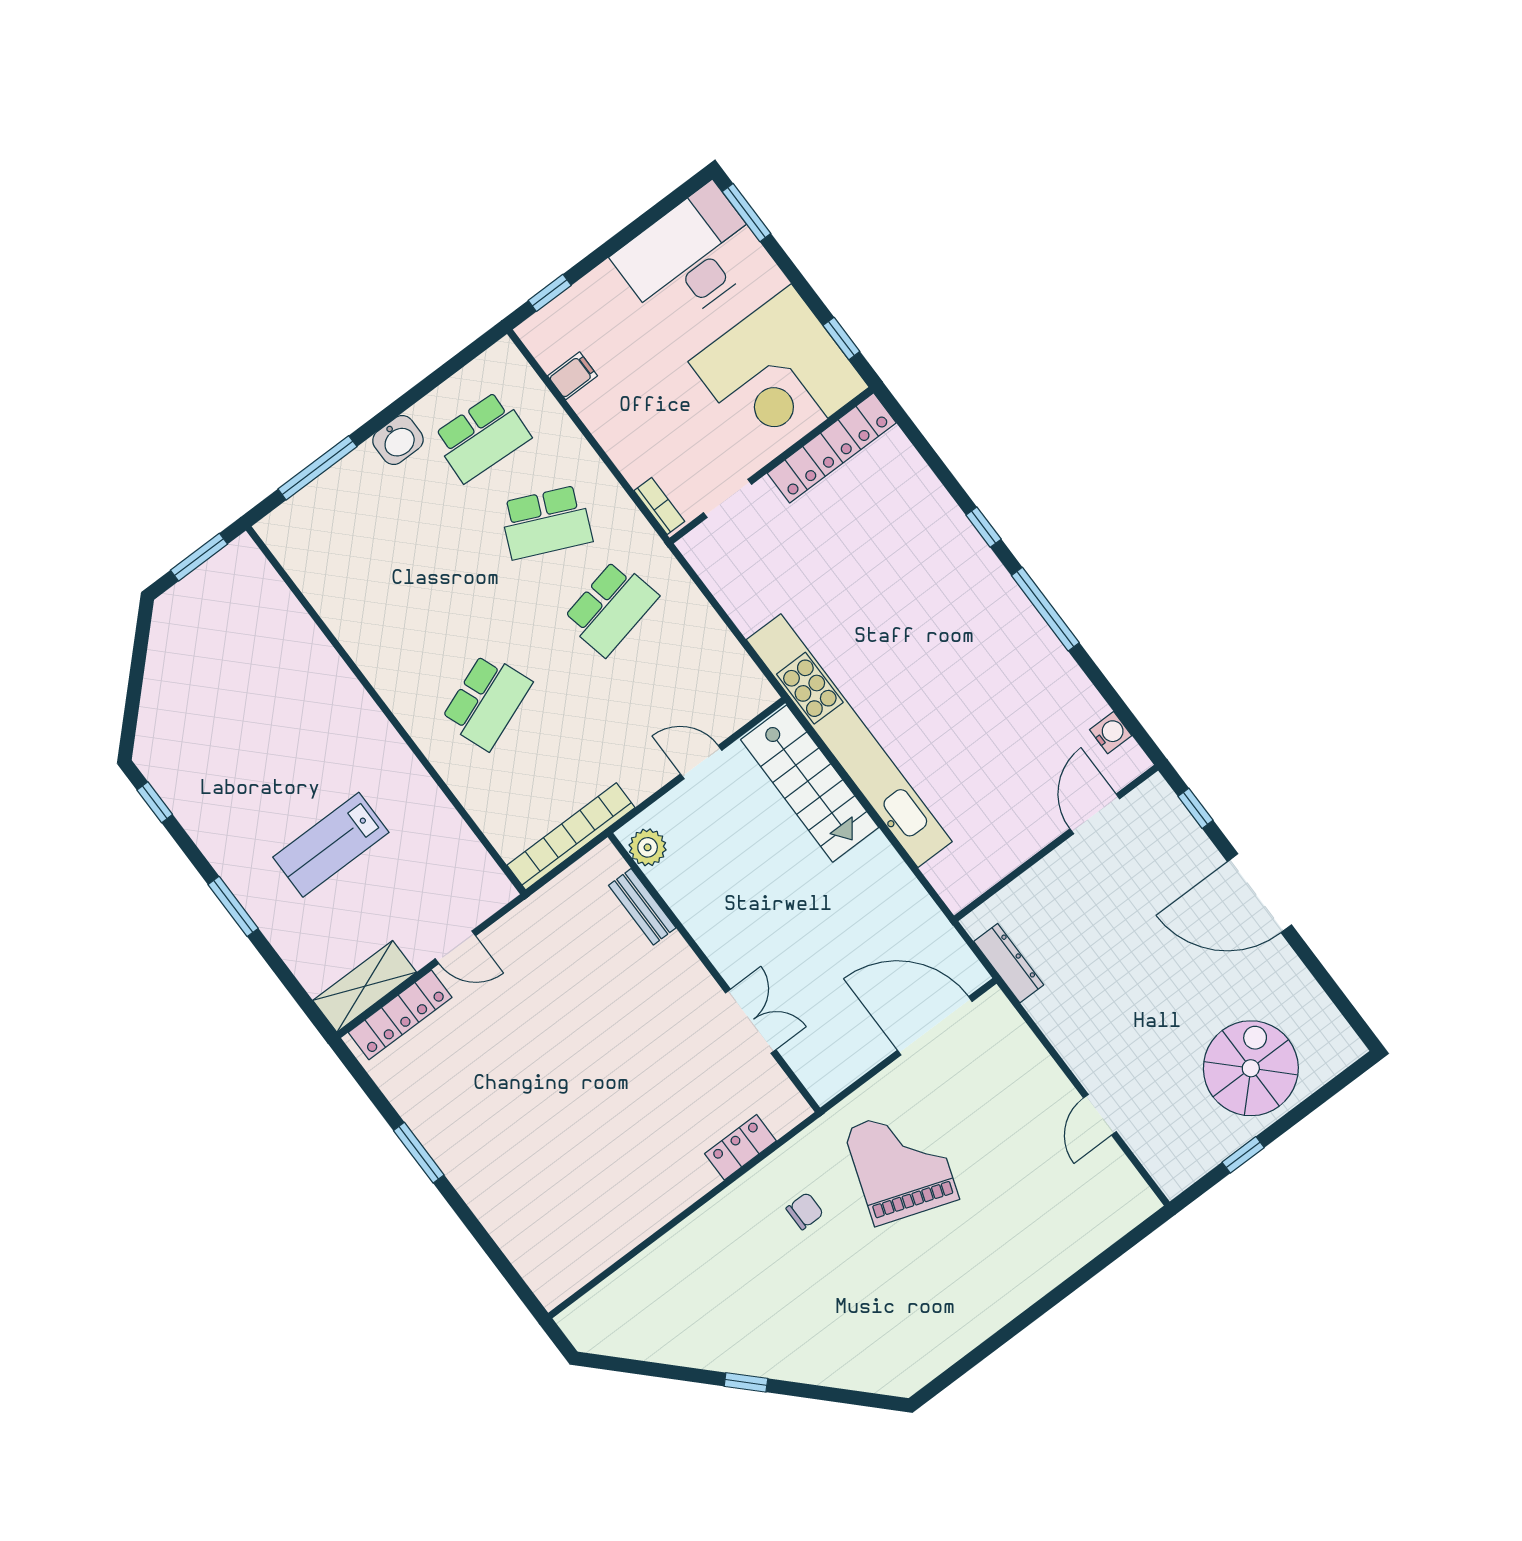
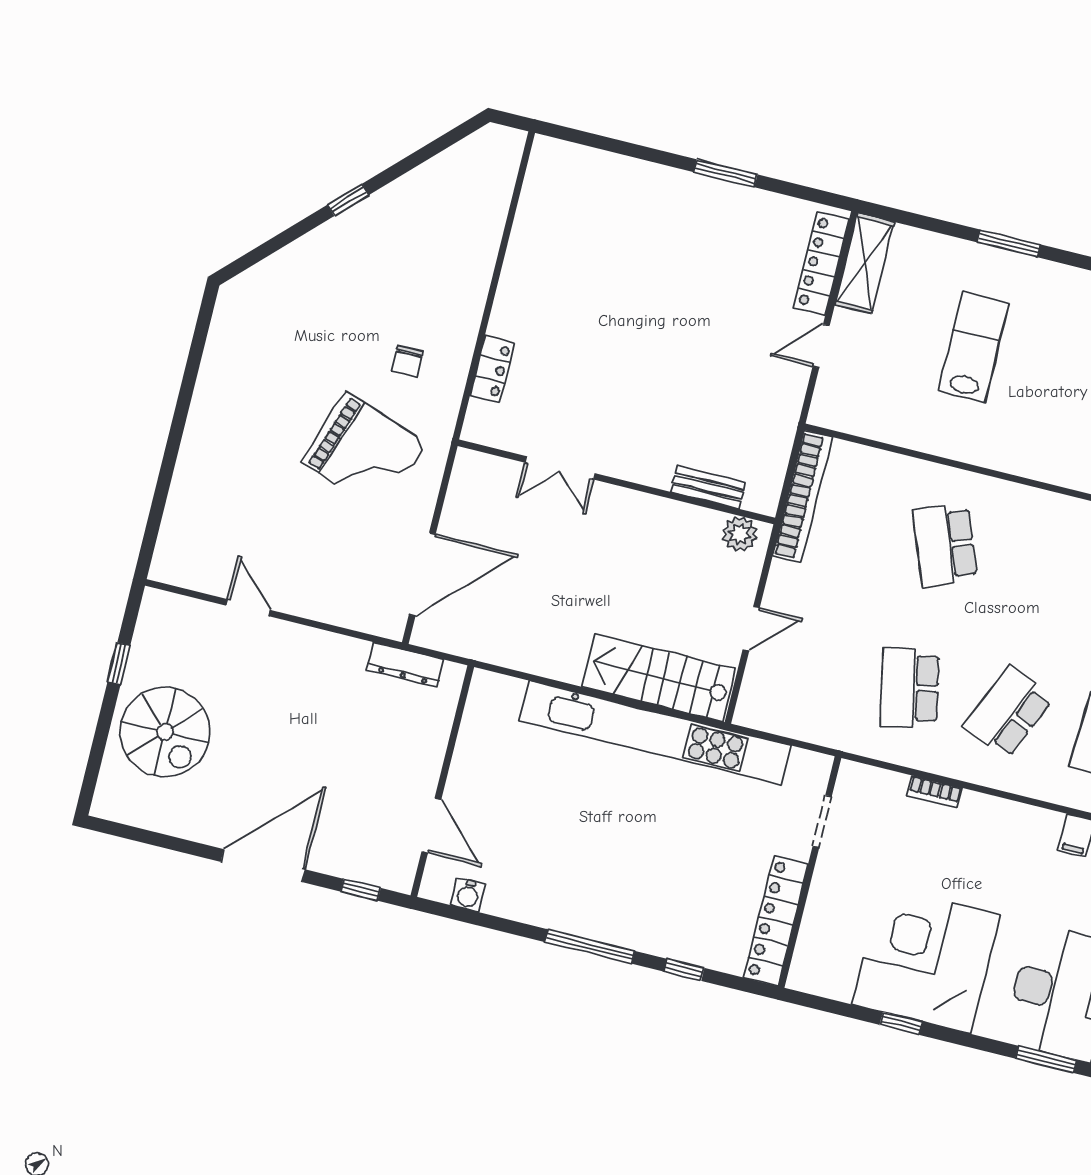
locker: (832, 448) -> (776, 921), moved
wall: (772, 465) -> (810, 872), moved
doorway: (727, 498) -> (822, 821), moved

